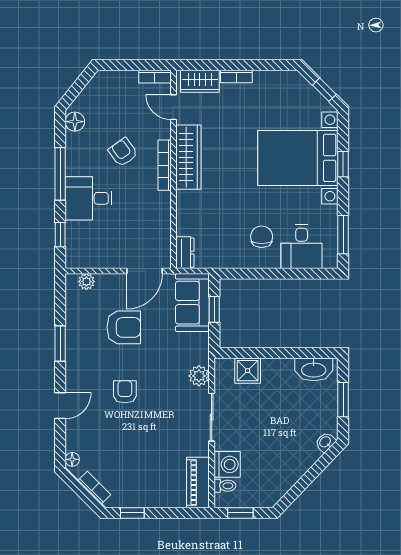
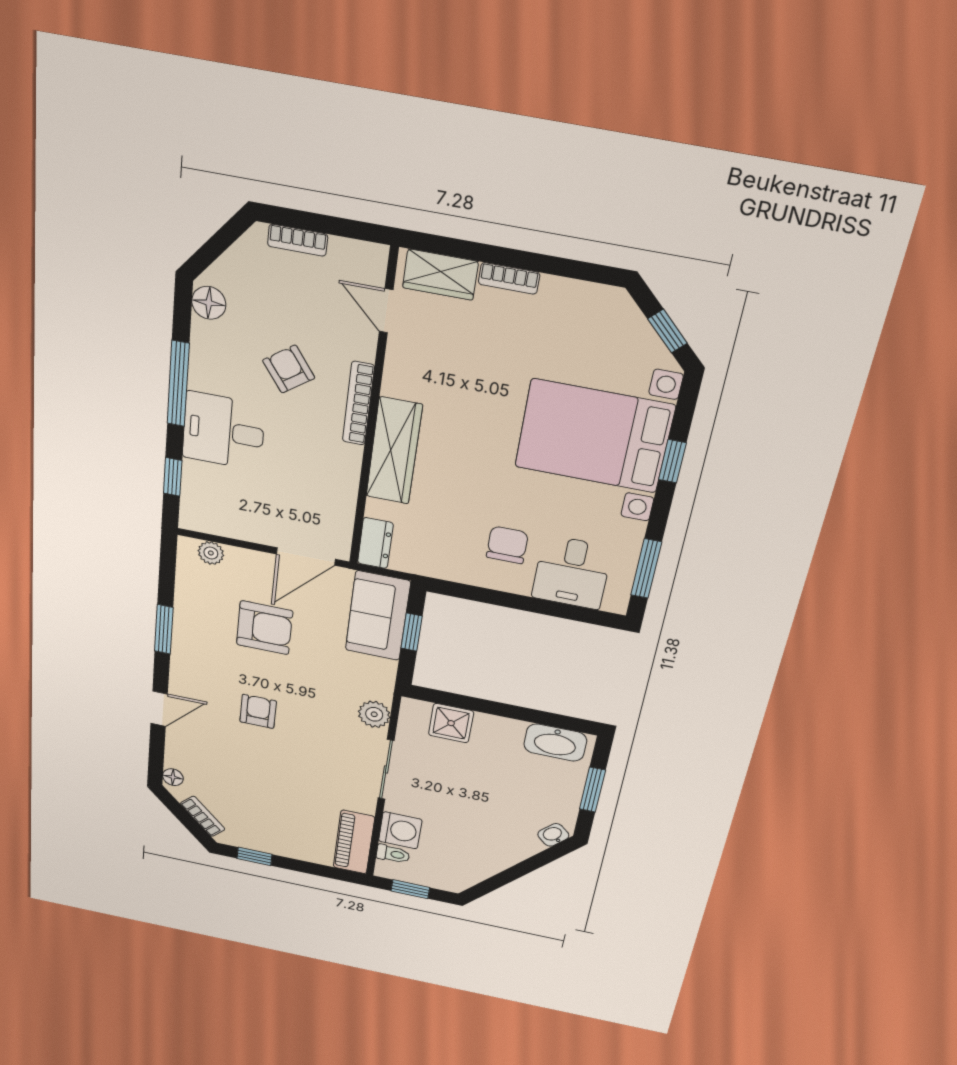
bookcase: (155, 77) -> (298, 240), moved
wardrobe: (188, 157) -> (394, 451), moved

